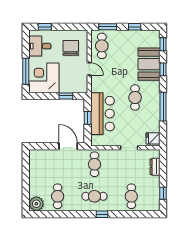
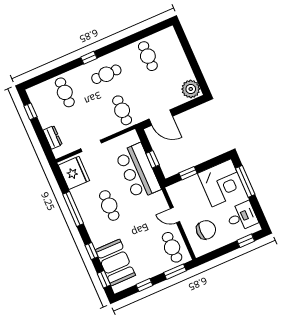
chair: (71, 48) -> (206, 230), turned -90
booth: (149, 64) -> (115, 262), moved
fridge: (153, 138) -> (74, 173), width x1.88, depth x1.34
plant: (36, 204) -> (191, 89), moved

